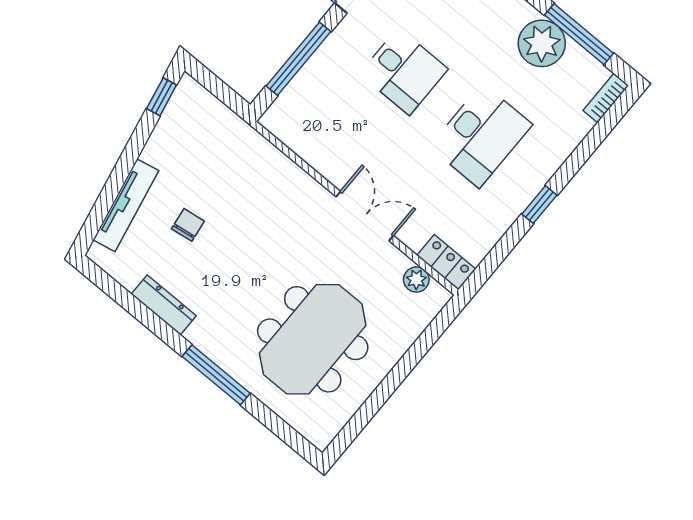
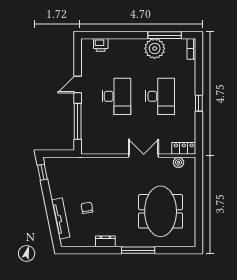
desk: (404, 71) -> (116, 96), width x1.37
dresser: (164, 305) -> (105, 241), width x0.70

